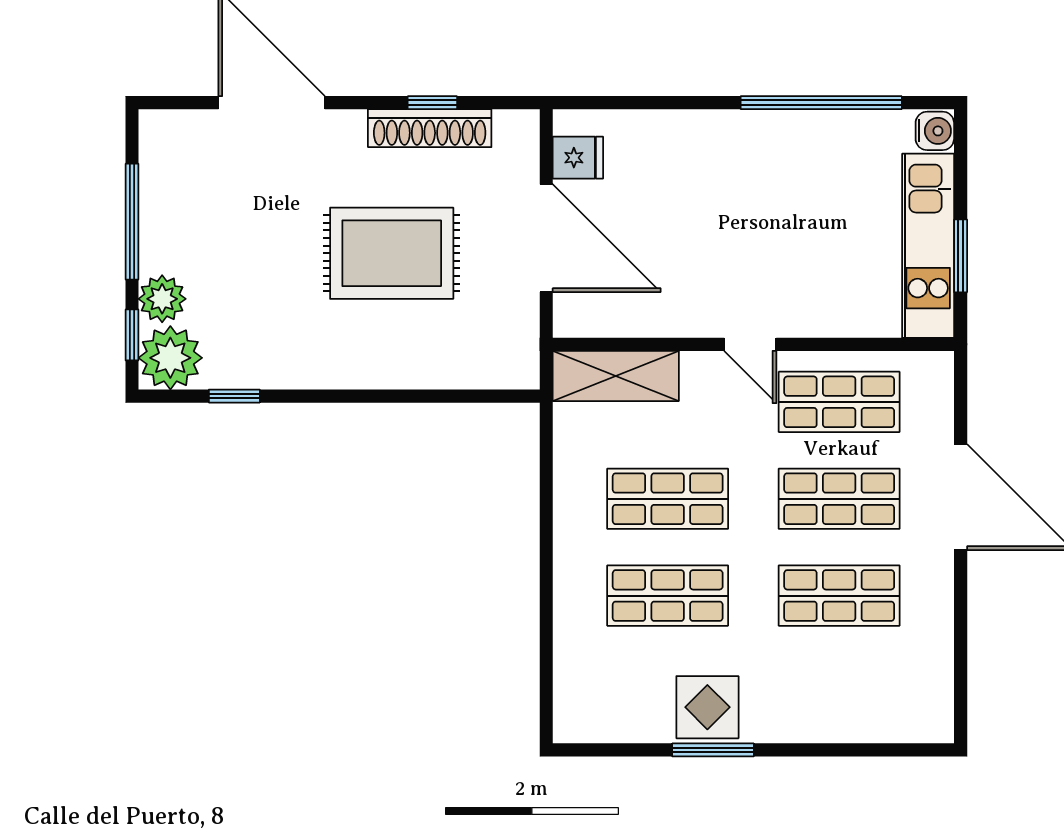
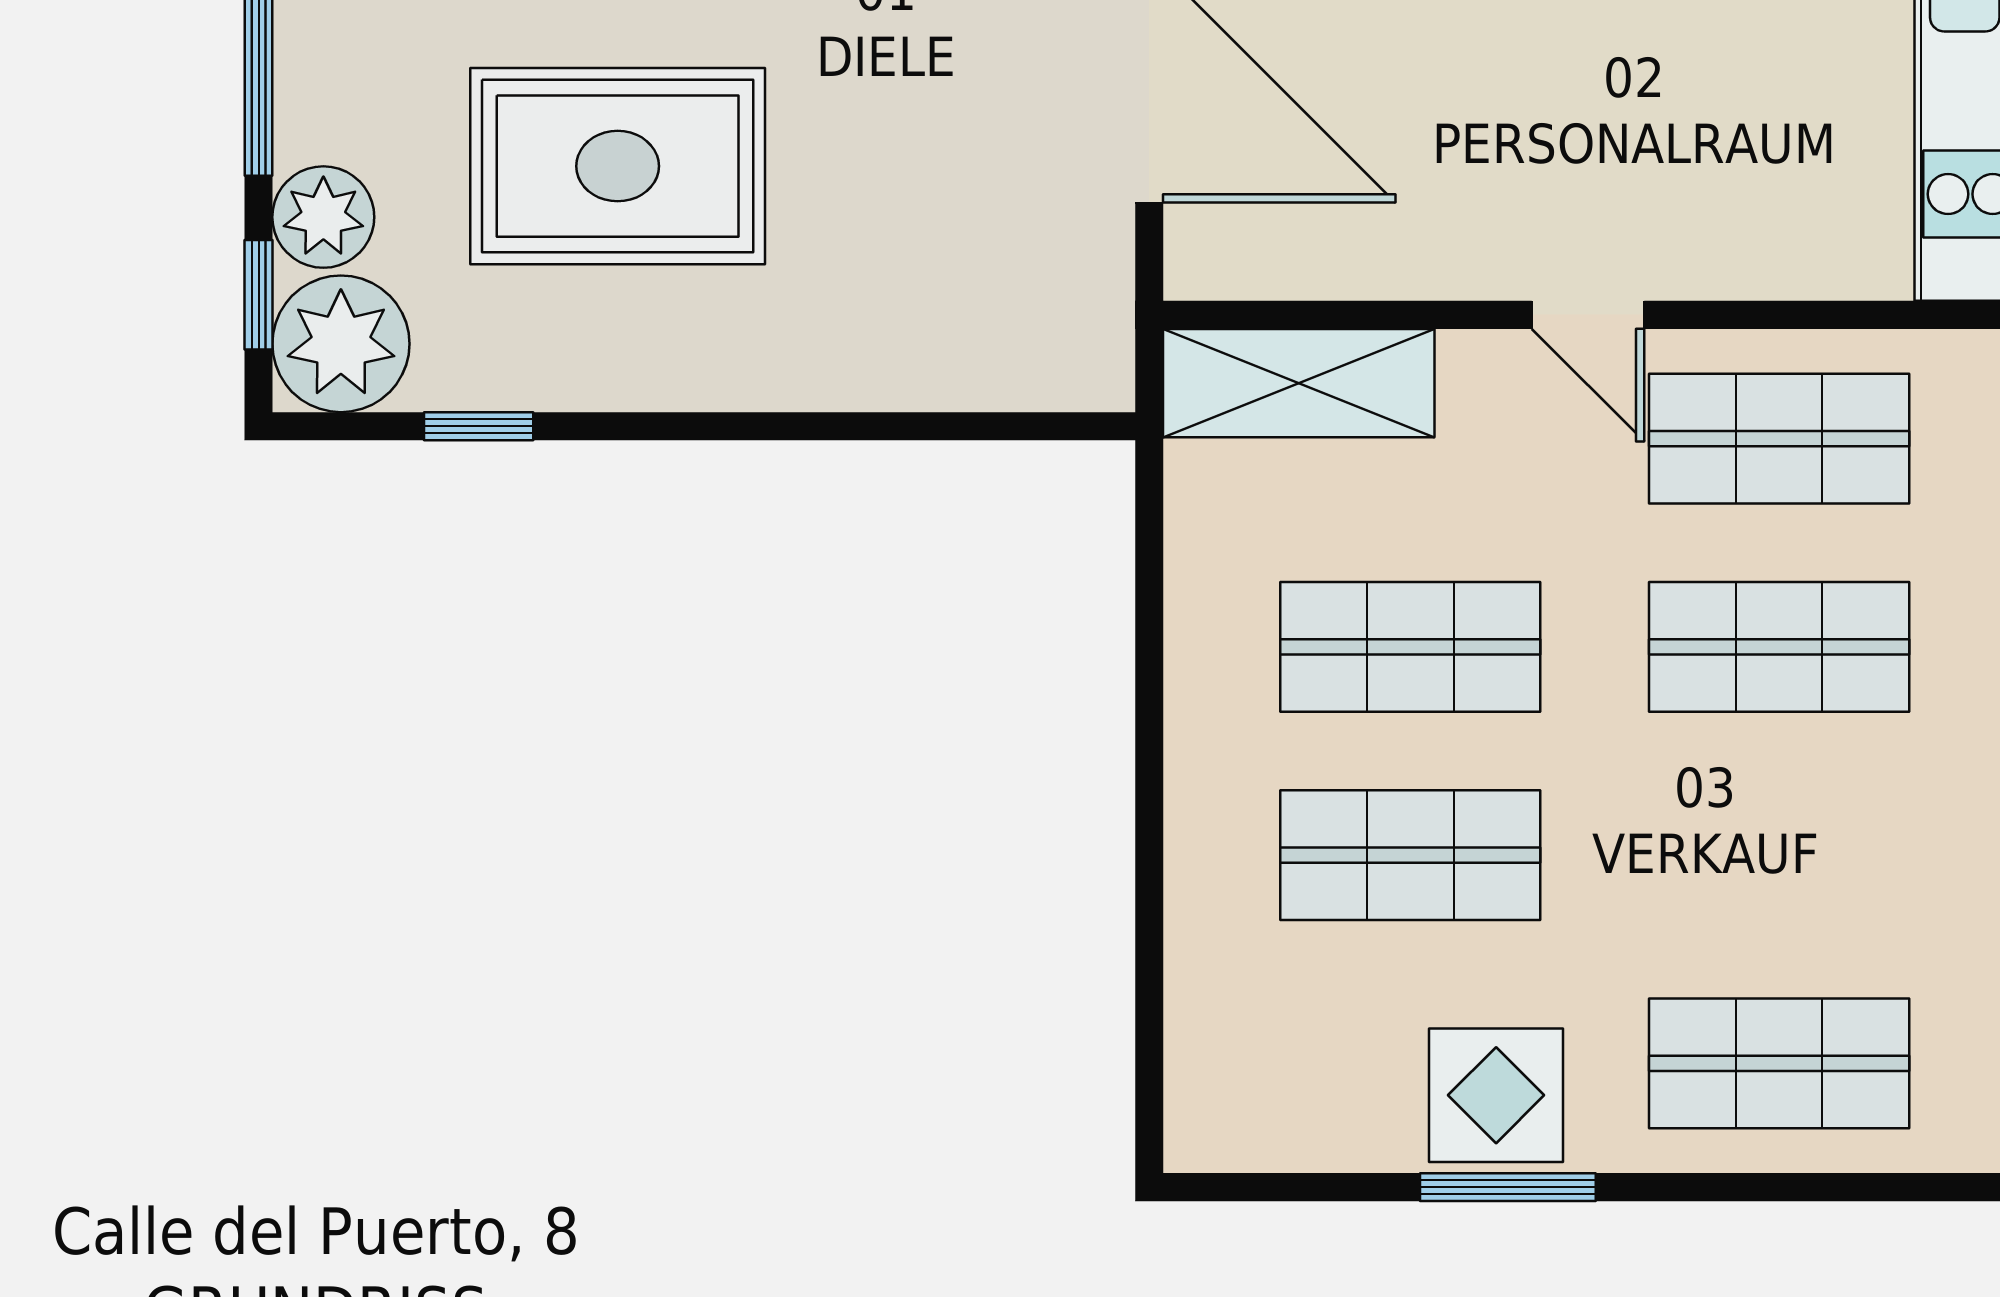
rug: (392, 253) -> (618, 166), moved
shop shelf: (839, 596) -> (1779, 1063), moved

